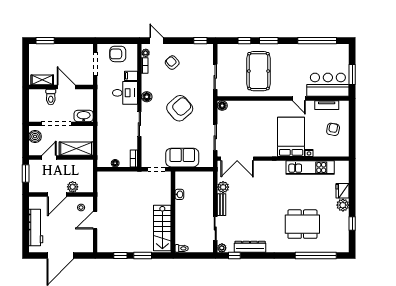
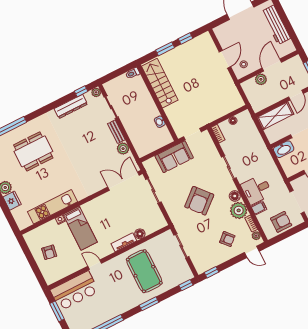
window: (244, 41) -> (186, 285), moved
plant: (150, 82) -> (239, 210), added
tv unit: (327, 105) -> (124, 242), moved
floor lamp: (222, 106) -> (140, 234), moved
bed: (291, 137) -> (80, 228), width x0.67

